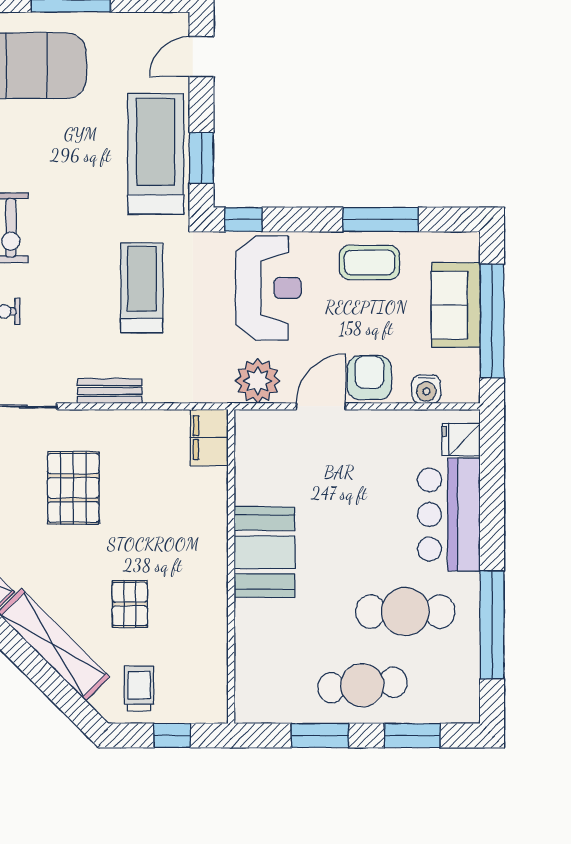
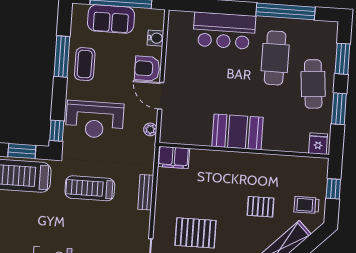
reception desk: (269, 288) -> (95, 120), turned 180
plant: (258, 381) -> (150, 129), width x0.53, depth x0.53
bench: (110, 391) -> (146, 192), moved
fridge: (461, 440) -> (318, 144), moved, turned 180

